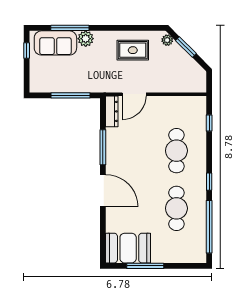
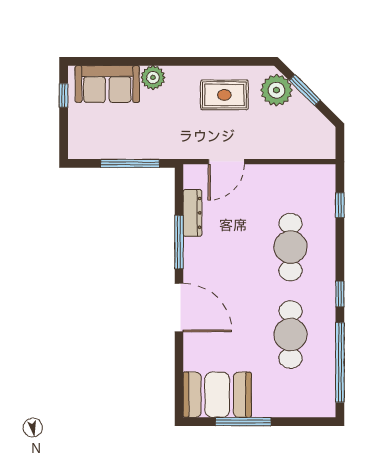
window: (70, 28) -> (129, 61), removed
plant: (167, 40) -> (276, 90), width x1.88, depth x1.88
dresser: (112, 111) -> (192, 213), moved

